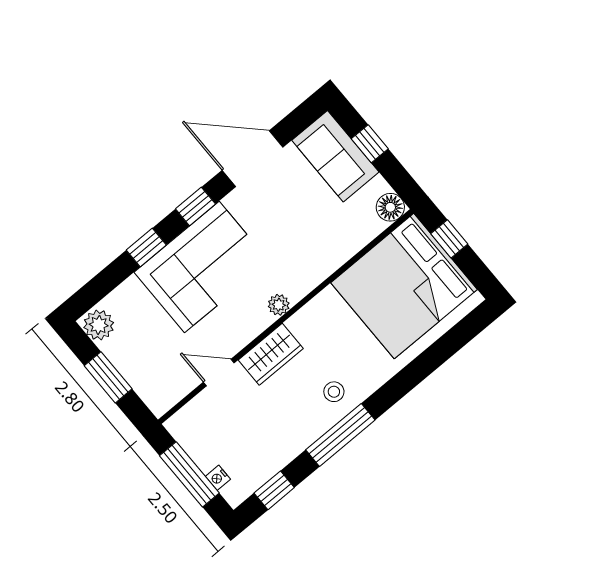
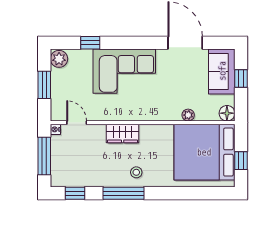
window: (195, 206) -> (143, 43), removed
window: (449, 239) -> (241, 161), moved
window: (146, 248) -> (90, 43), moved
plant: (279, 305) -> (188, 115), moved
door: (219, 373) -> (77, 123), moved
nightstand: (218, 478) -> (55, 129), moved

